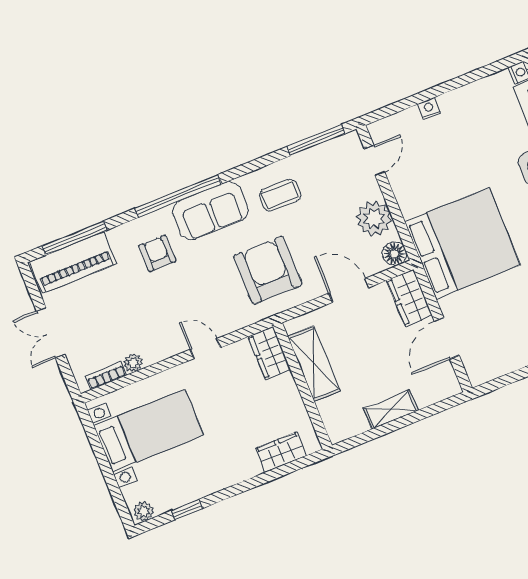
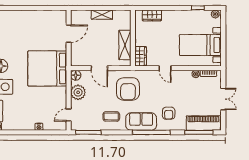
wardrobe: (410, 298) -> (77, 55), removed

